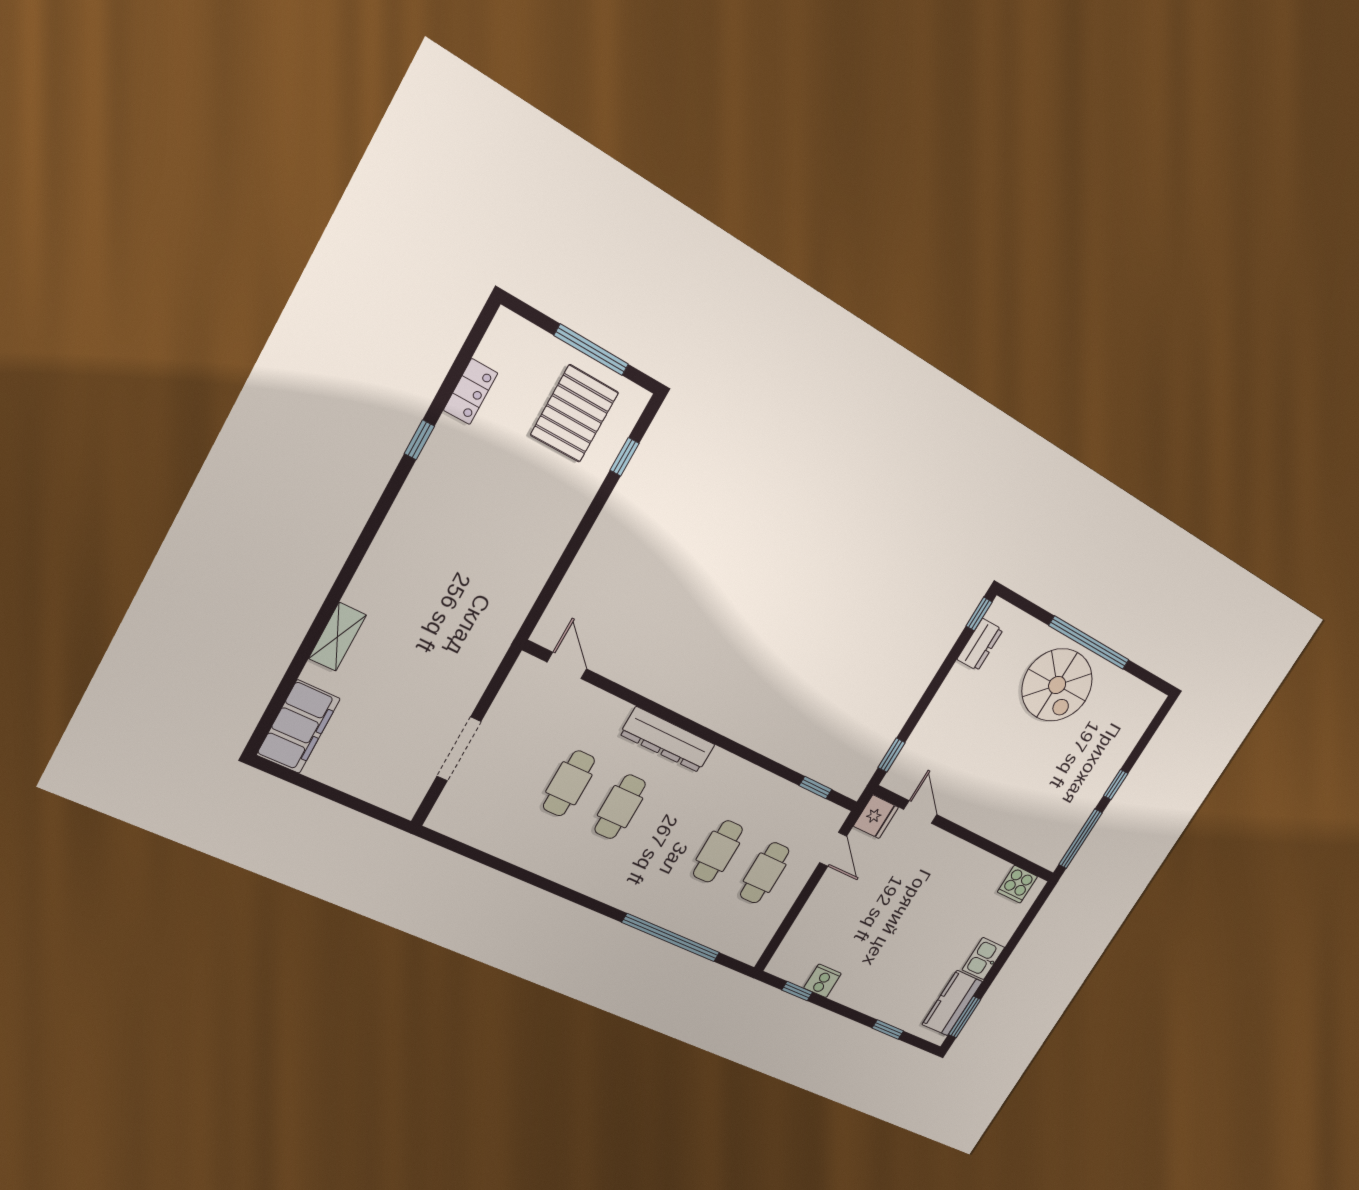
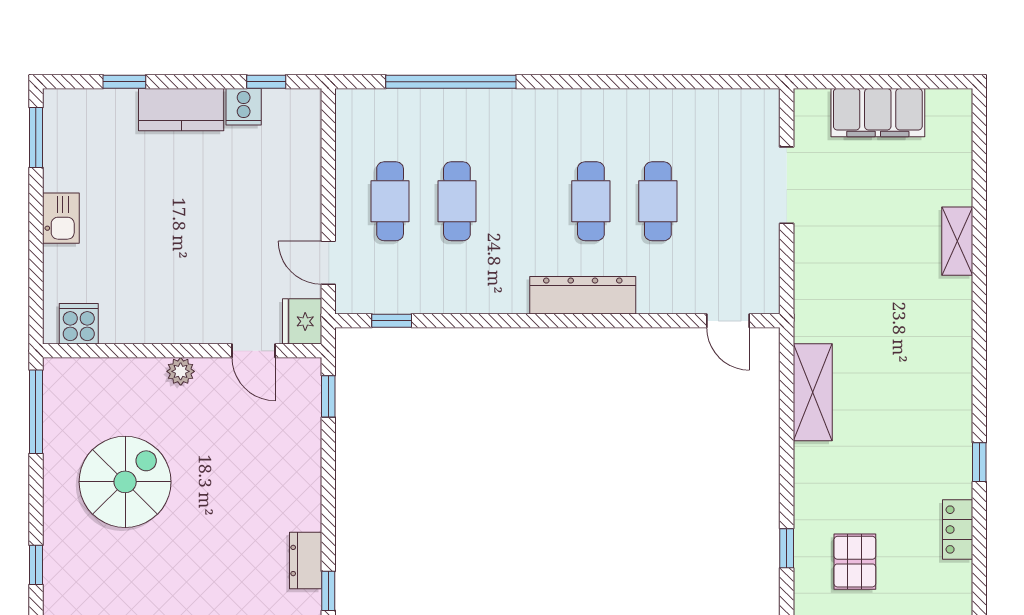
pallet: (574, 414) -> (855, 562), width x0.67, depth x0.71
shelving: (530, 574) -> (813, 392), added
spiral stairs: (1057, 685) -> (125, 482), moved, turned 90
filing cabinet: (298, 727) -> (878, 113), moved, turned -90
window: (1116, 785) -> (36, 565), moved
plant: (976, 821) -> (181, 371), added
kitchen counter: (952, 1003) -> (181, 110), moved, turned 90

